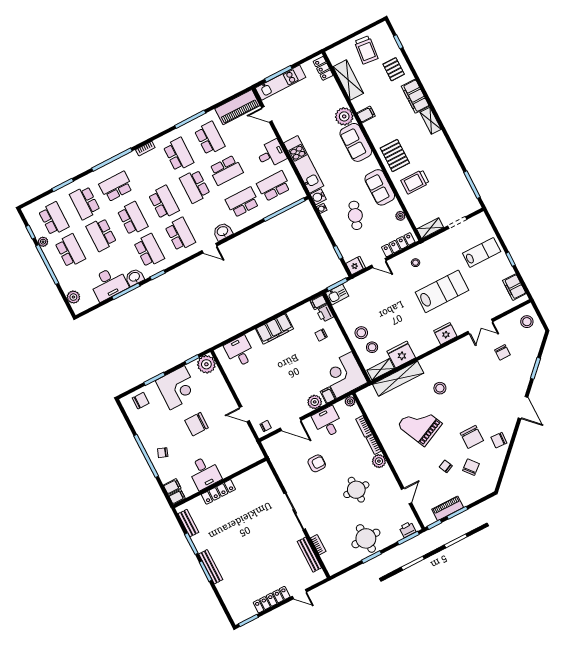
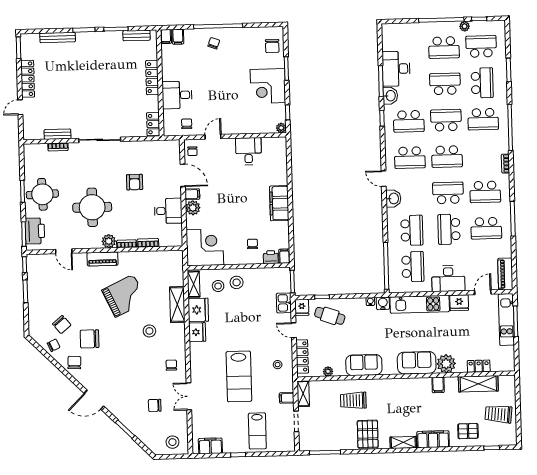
locker: (323, 68) -> (479, 366), moved
piano: (237, 107) -> (505, 274), width x0.73, depth x0.75
fridge: (286, 131) -> (459, 303), added
desk: (271, 154) -> (448, 279), width x1.37
pallet: (395, 156) -> (368, 434), moved, turned 90
trolley: (415, 182) -> (353, 400), turned -90
school desk: (116, 187) -> (483, 119), turned 90
school desk: (85, 203) -> (482, 83), turned 90
cafe table: (355, 215) -> (330, 316), moved
school desk: (133, 218) -> (446, 120), turned 180
school desk: (54, 219) -> (481, 46), turned 180
filing cabinet: (441, 241) -> (287, 398), added
door: (209, 248) -> (384, 179), hinge flipped
door: (379, 263) -> (294, 330), hinge flipped
kitchen sink: (337, 294) -> (284, 303), moved
plant: (73, 297) -> (399, 30), removed
fridge: (445, 334) -> (197, 332), moved
desk: (240, 352) -> (248, 151), moved, turned -90
chair: (460, 355) -> (171, 365), added
plant: (206, 364) -> (281, 128), width x0.53, depth x0.53
shelving: (398, 379) -> (177, 305), width x0.68
filing cabinet: (328, 395) -> (192, 194), moved
plant: (350, 401) -> (177, 241), removed
chair: (197, 424) -> (187, 124), moved, width x0.54, depth x0.54
door: (291, 424) -> (183, 175), swing flipped
chair: (446, 466) -> (54, 345), moved
locker: (258, 472) -> (153, 124), added
desk: (204, 473) -> (177, 95), moved
round table: (356, 490) -> (92, 207), width x1.36, depth x1.36
piano: (448, 508) -> (103, 259), moved, turned 90
printer: (407, 529) -> (35, 231), width x1.87, depth x1.48
bench: (309, 555) -> (57, 134), width x0.73
bench: (211, 567) -> (58, 37), moved

